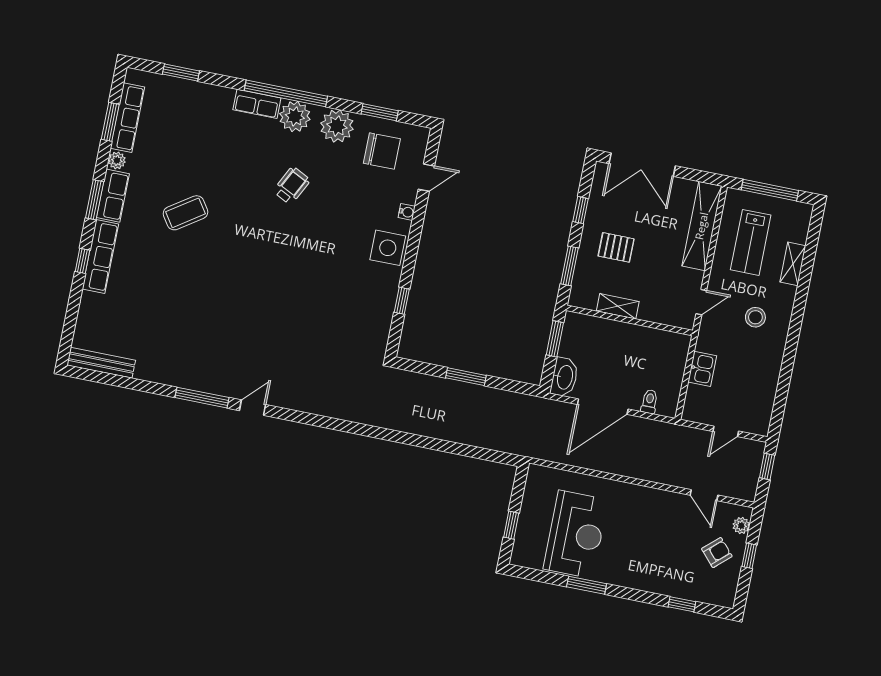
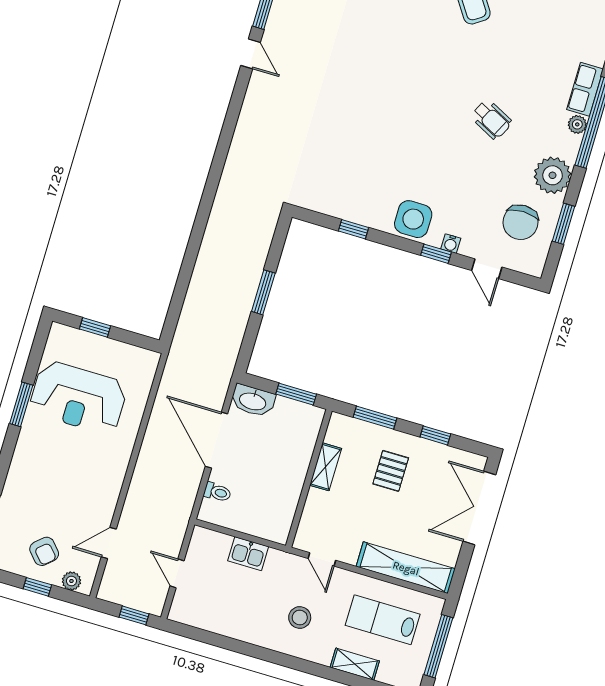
plant: (295, 117) -> (577, 124), width x0.53, depth x0.53
window: (417, 224) -> (436, 254), added

